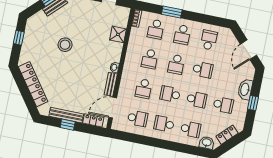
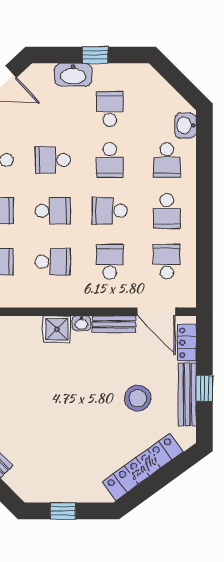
shower: (118, 34) -> (57, 329), moved
stool: (65, 45) -> (138, 398), moved
school desk: (203, 70) -> (53, 160), turned -90
school desk: (144, 89) -> (110, 262), turned -90
school desk: (170, 94) -> (110, 211), turned 90
school desk: (197, 99) -> (110, 160), turned 180
school desk: (191, 129) -> (167, 160), turned 180
locker: (227, 135) -> (163, 91), removed

